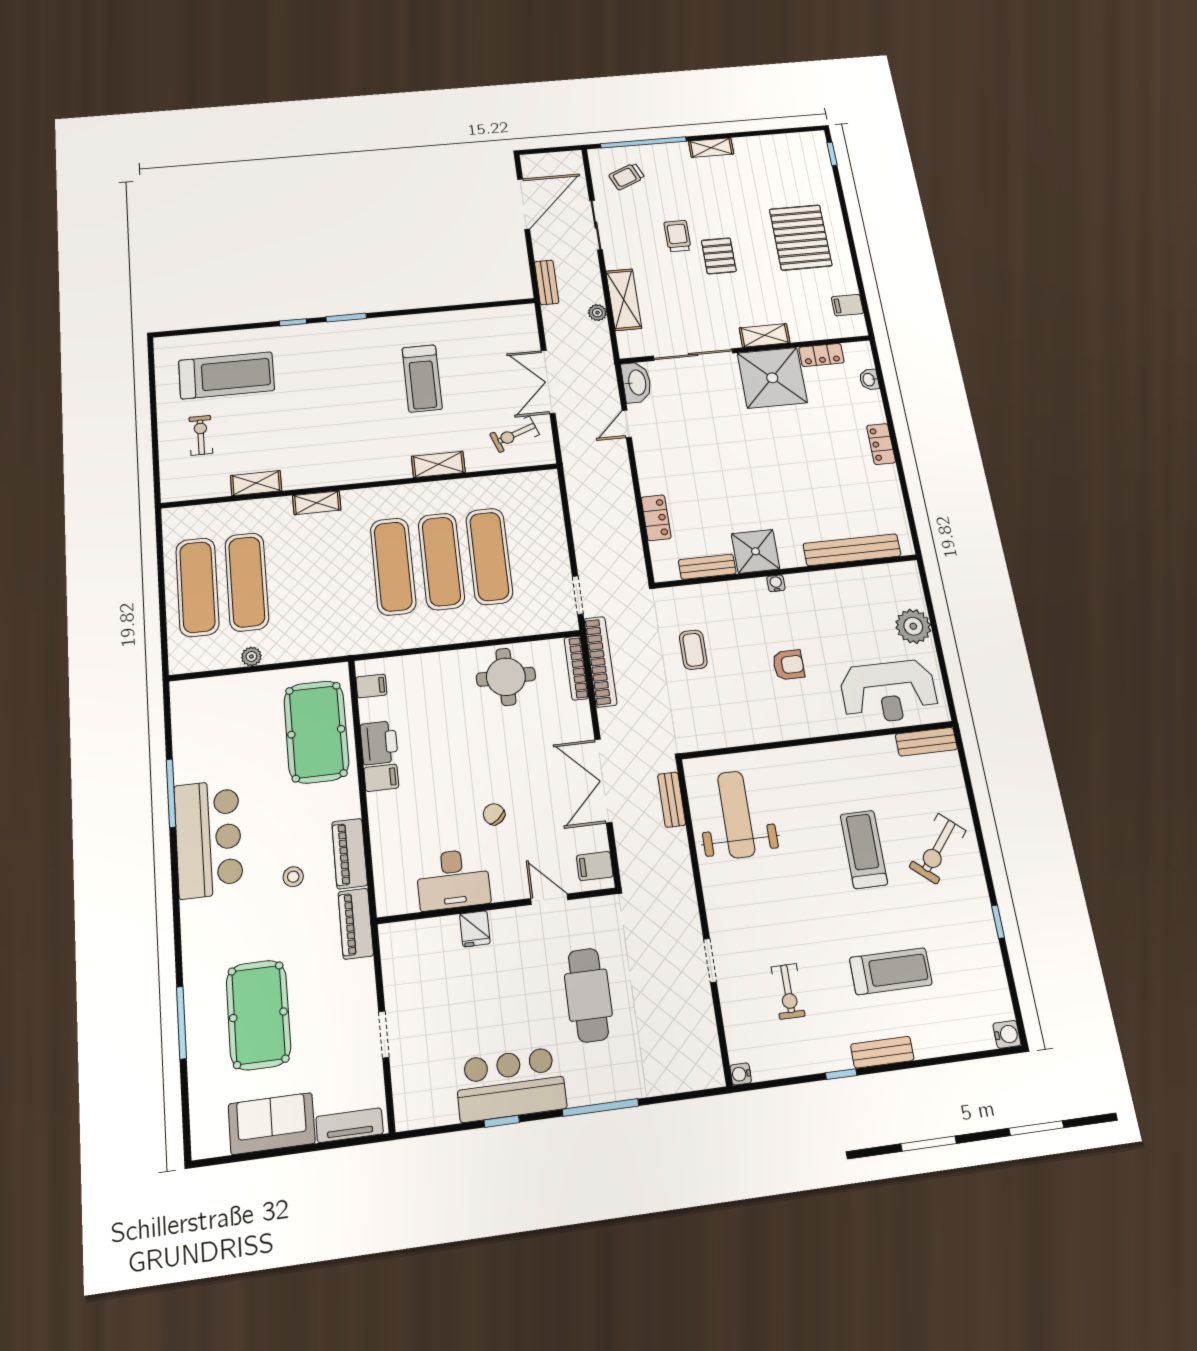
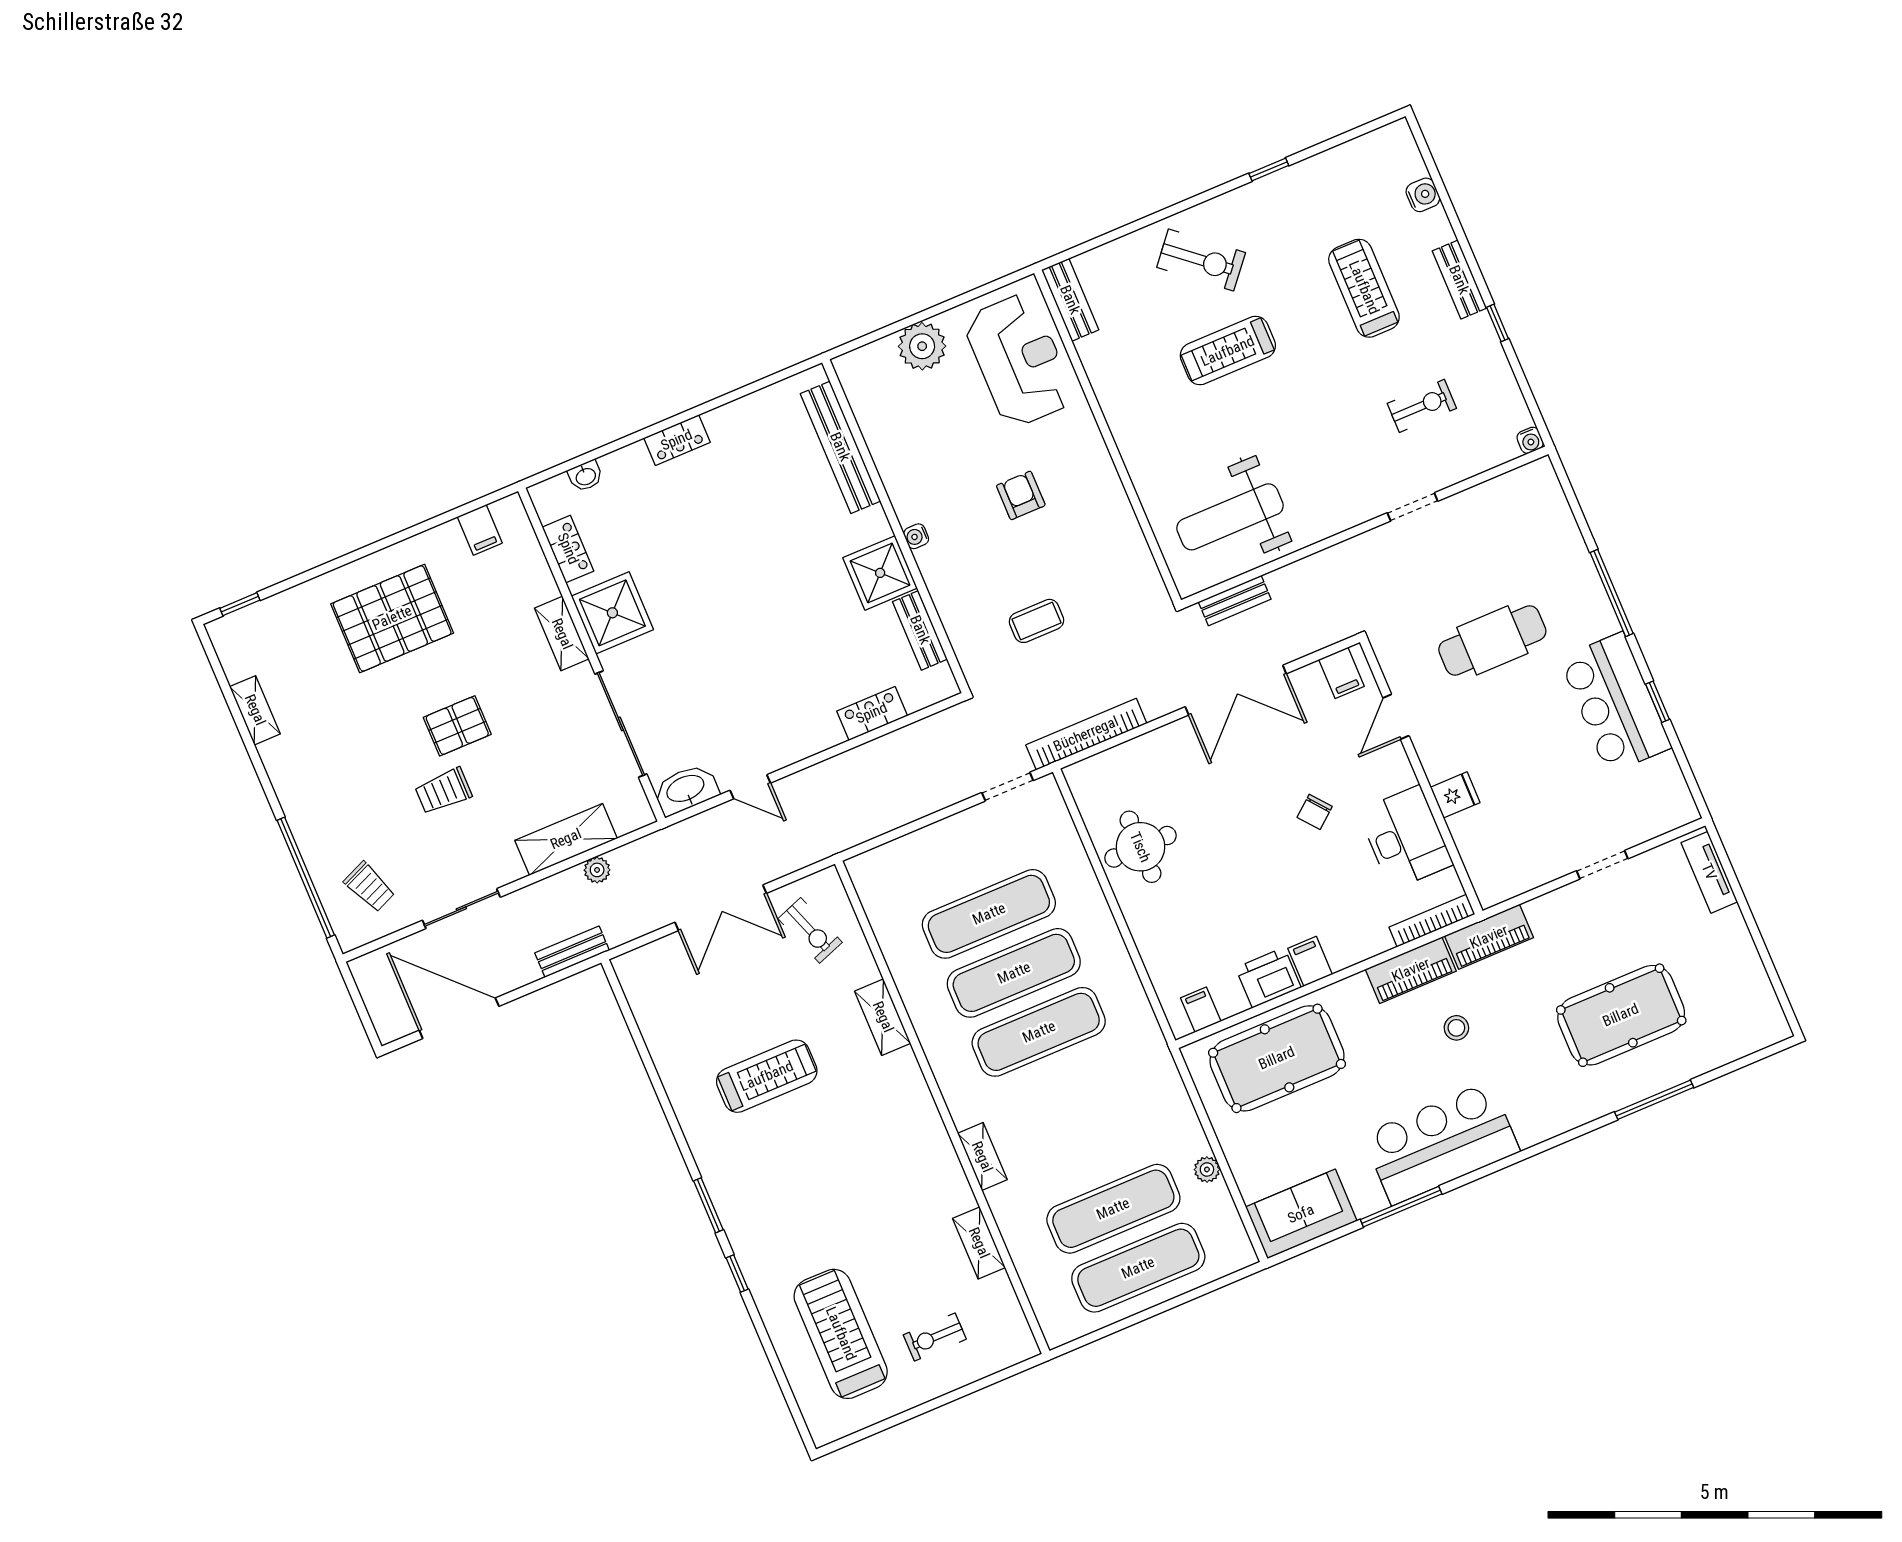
shelving: (711, 148) -> (255, 710), moved
shower: (772, 378) -> (612, 613), width x0.73, depth x0.73
bookcase: (576, 668) -> (1432, 921), moved, turned 180
water cooler: (1007, 1034) -> (1423, 195), moved, turned 90
sofa: (272, 1124) -> (1301, 1214), moved, turned 90

